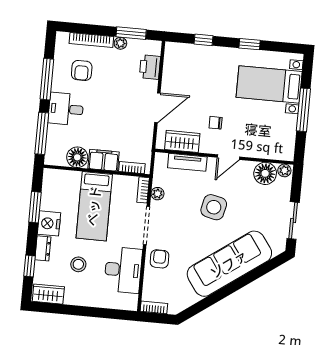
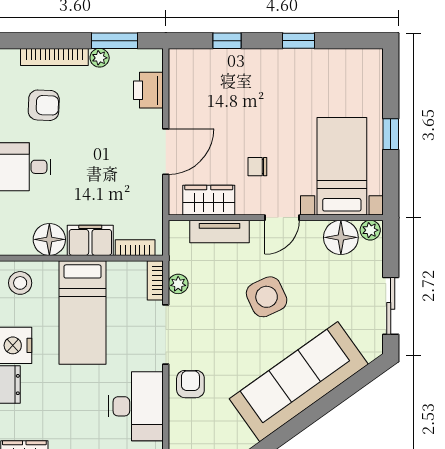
armchair: (82, 70) -> (44, 105), turned -88
bed with nightstands: (269, 84) -> (342, 166), moved, turned 90
window: (303, 110) -> (391, 134), width x0.46
side table: (214, 207) -> (267, 297), turned -38
stool: (78, 264) -> (20, 283), moved

